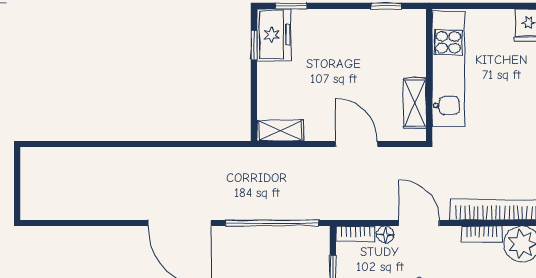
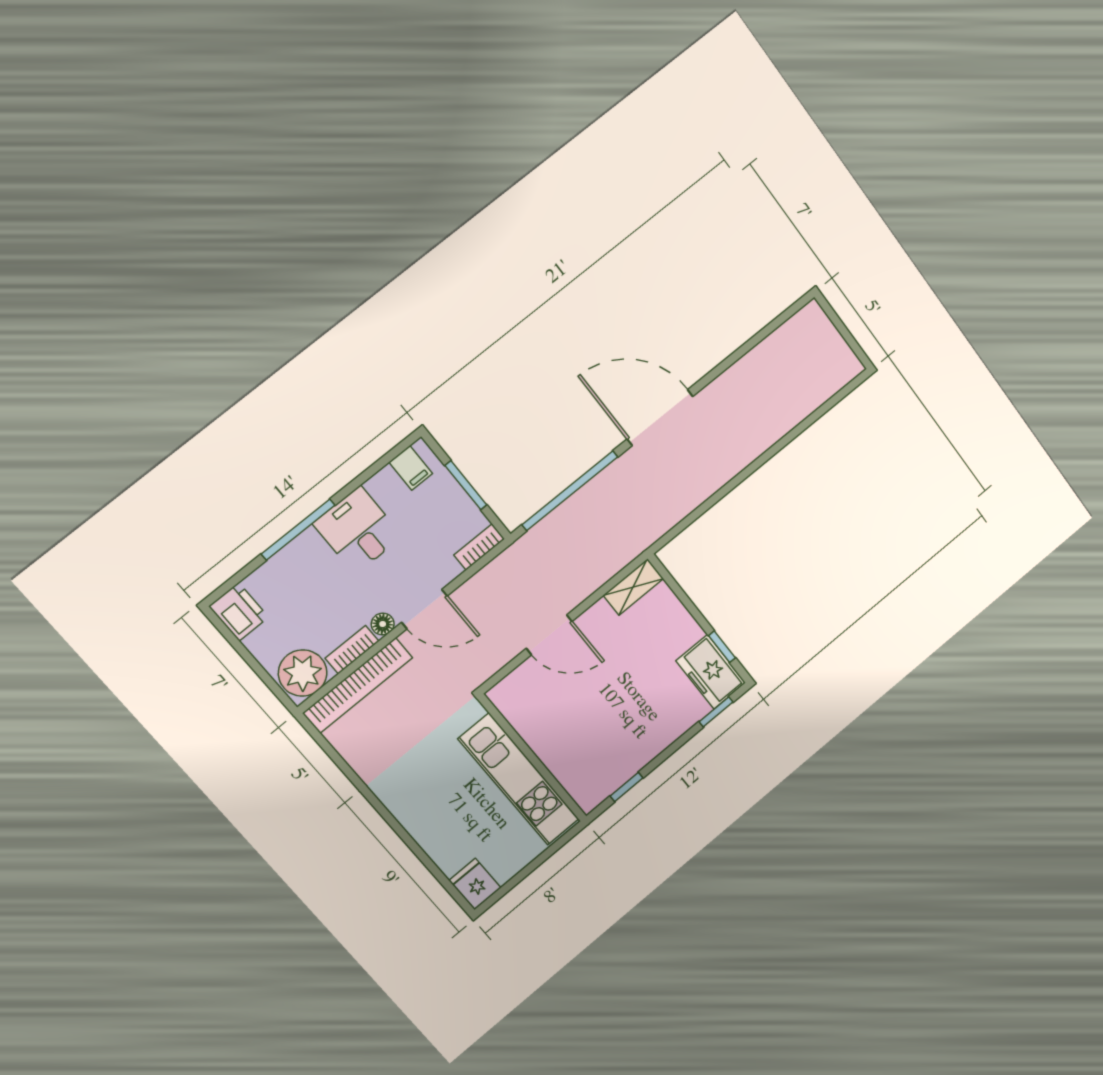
shelving: (415, 103) -> (524, 720), removed
floor lamp: (385, 235) -> (383, 624), moved

